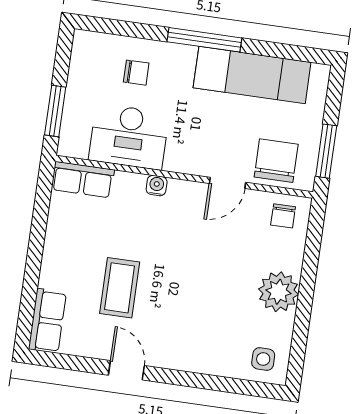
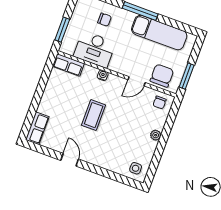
coffee table: (120, 288) -> (94, 115), moved
plant: (279, 292) -> (156, 135), width x0.53, depth x0.53

